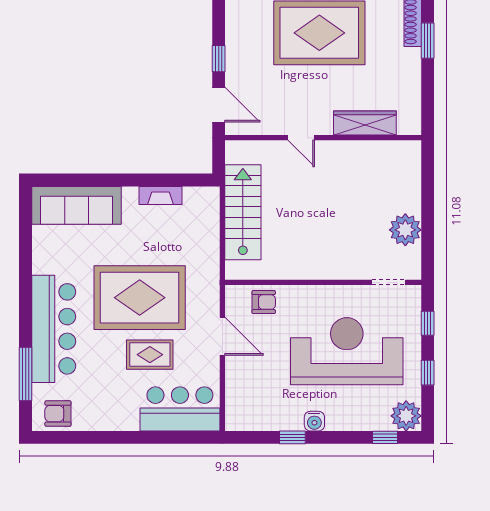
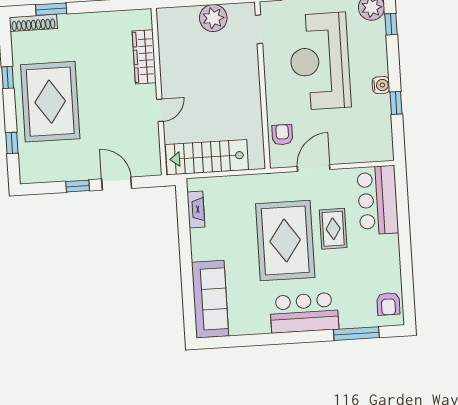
door: (219, 105) -> (117, 184), hinge flipped
wardrobe: (365, 123) -> (144, 57), moved
door: (301, 138) -> (160, 110), moved
wall: (323, 138) -> (159, 92), moved
fireplace: (161, 195) -> (196, 209), moved
bar counter: (54, 329) -> (304, 313), width x0.73

